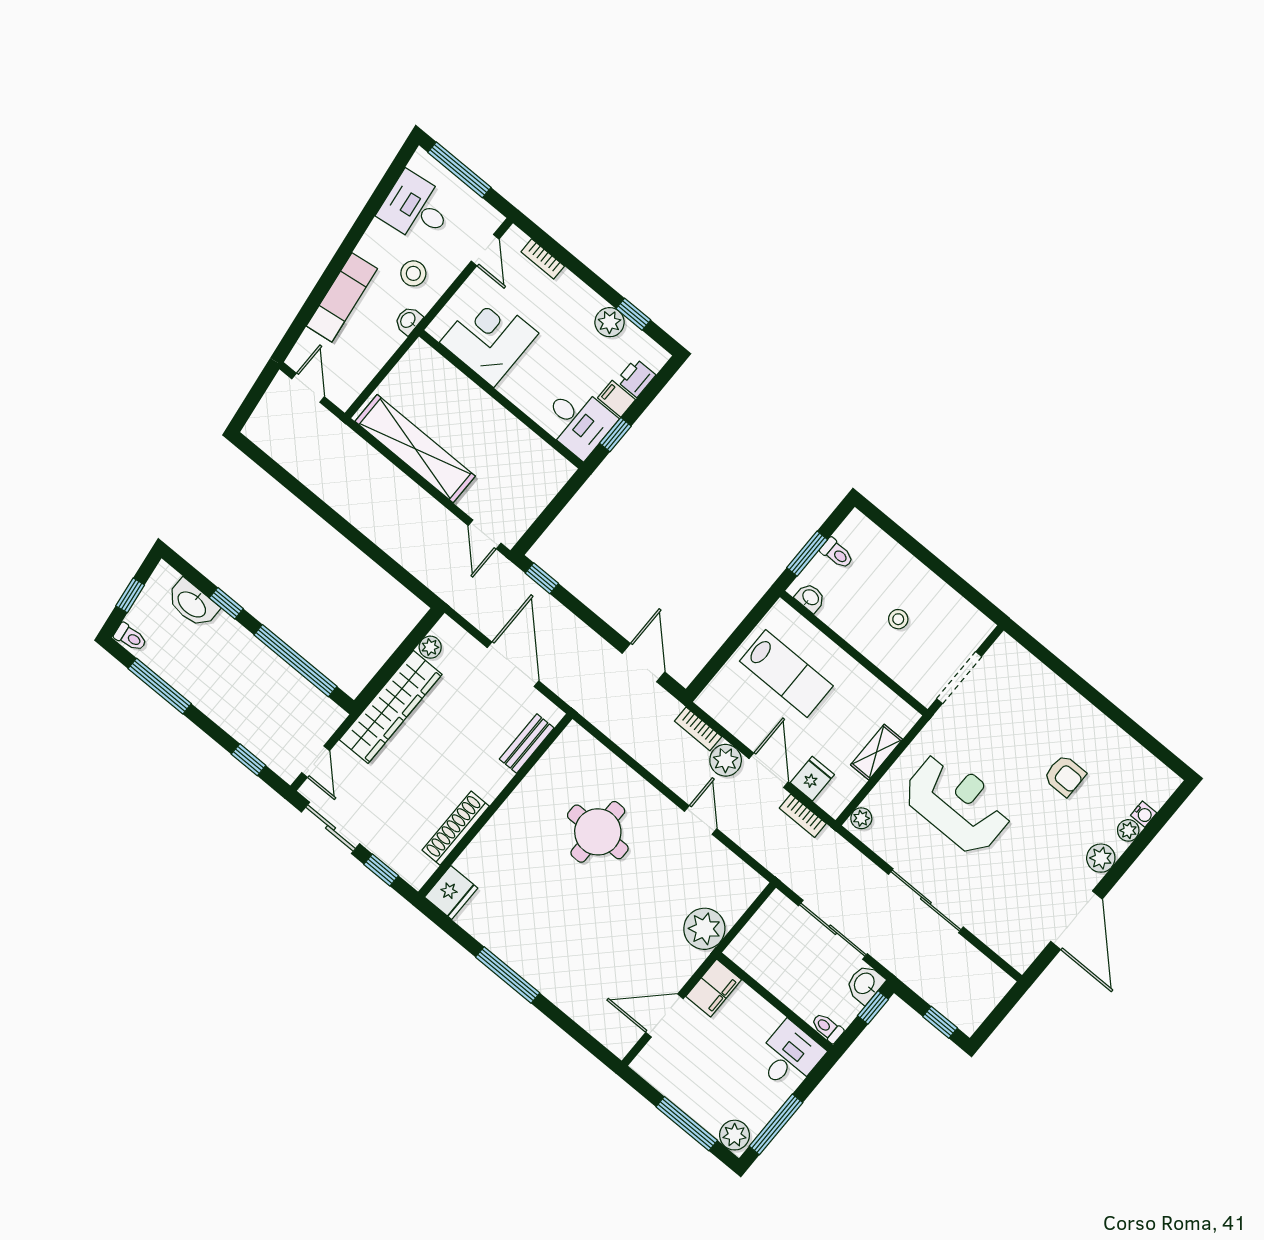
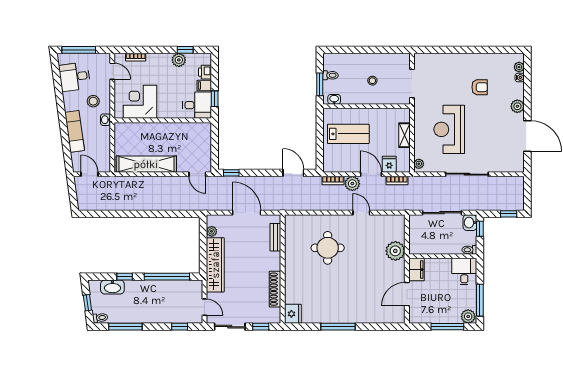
reception desk: (958, 803) -> (449, 129), turned -90
plant: (1128, 830) -> (519, 67), moved

